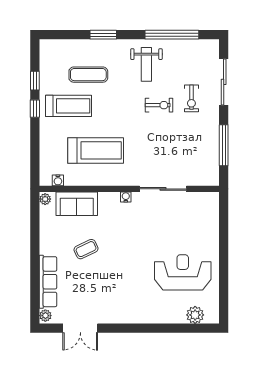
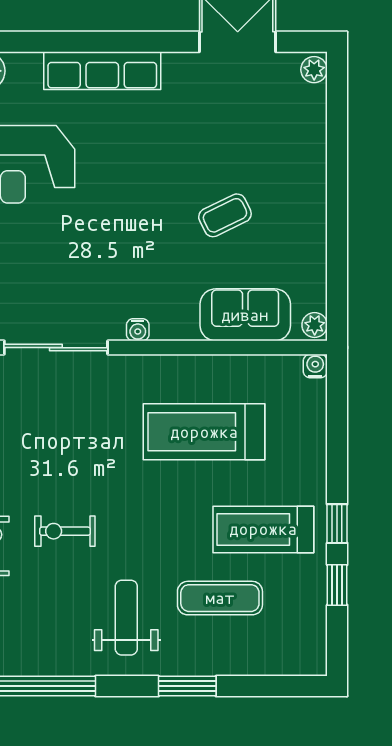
weight bench: (146, 64) -> (126, 618), moved
water cooler: (58, 180) -> (315, 366), moved
row of seats: (48, 282) -> (102, 71), moved, turned -90

